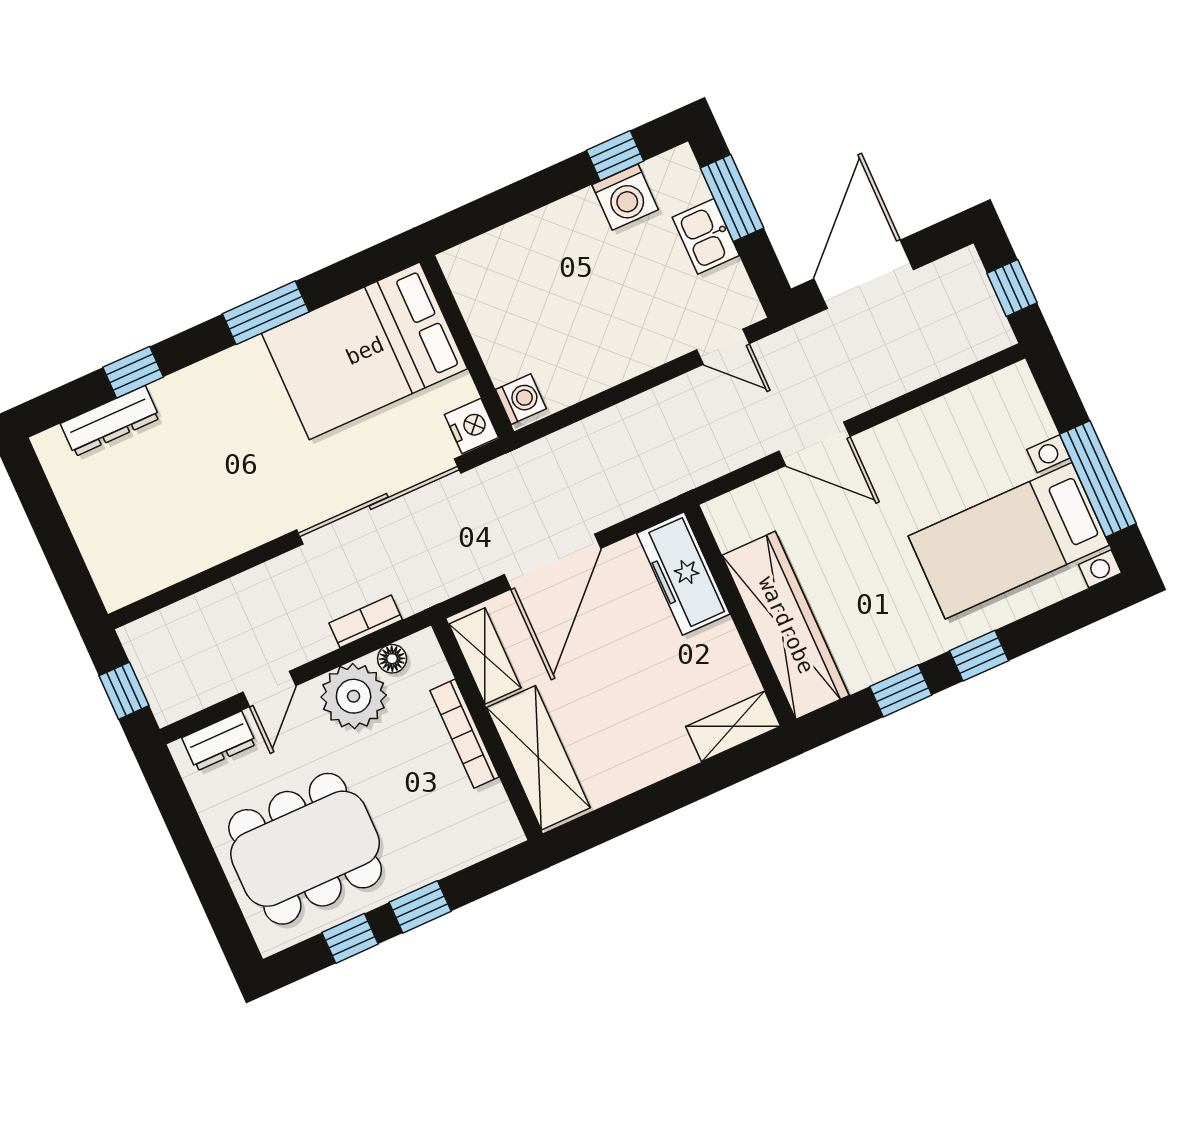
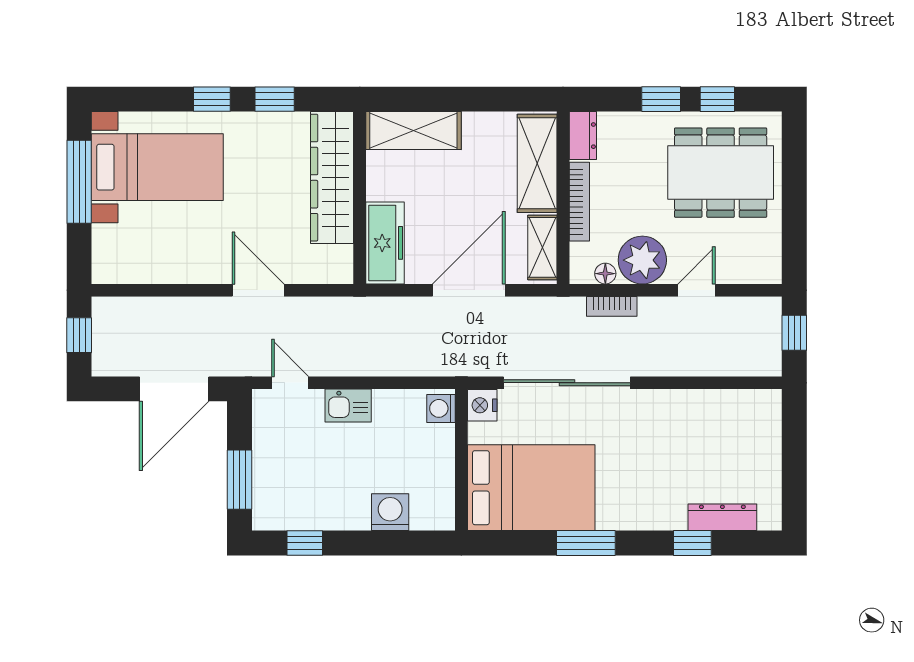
washing machine: (625, 197) -> (390, 512), moved
kitchen sink: (706, 236) -> (348, 406), moved, turned 90
shelving: (733, 726) -> (413, 131), width x1.50, depth x1.33
dresser: (219, 741) -> (583, 136), moved, turned 90

